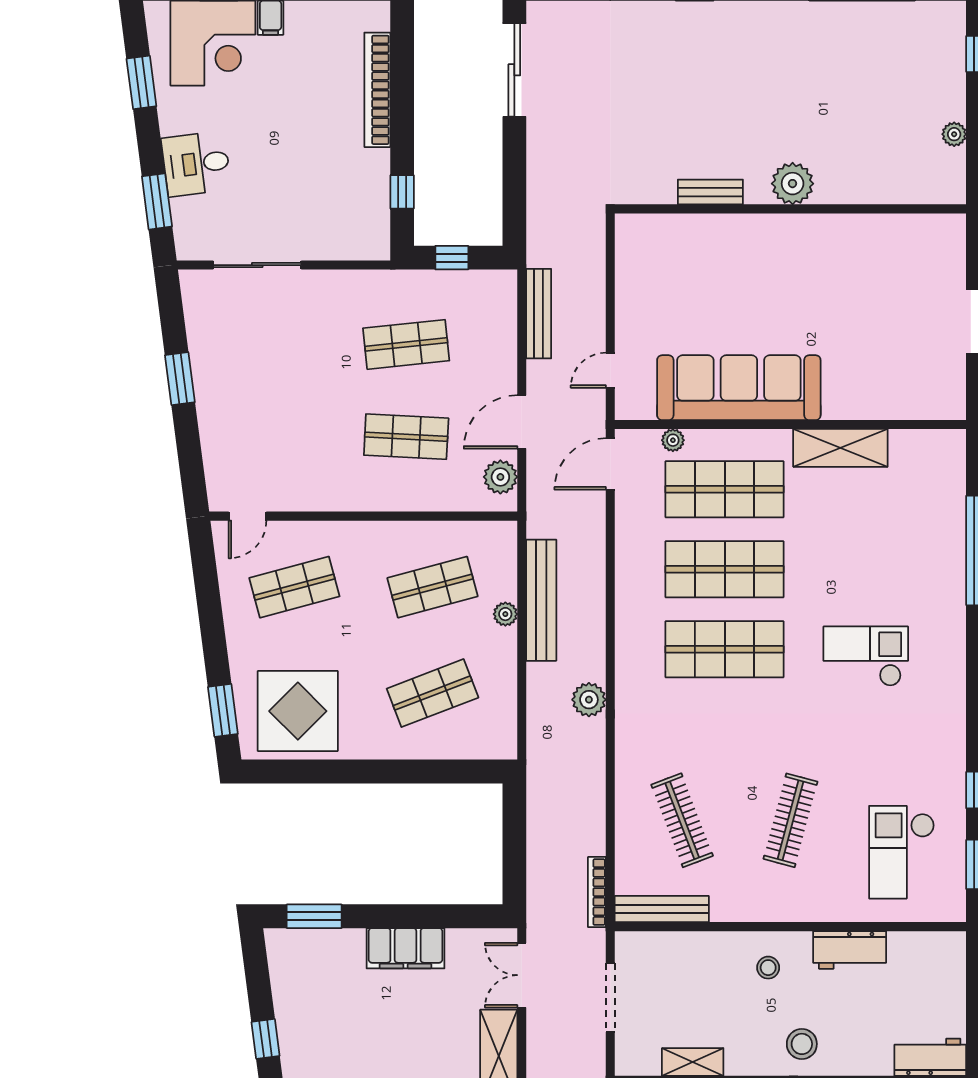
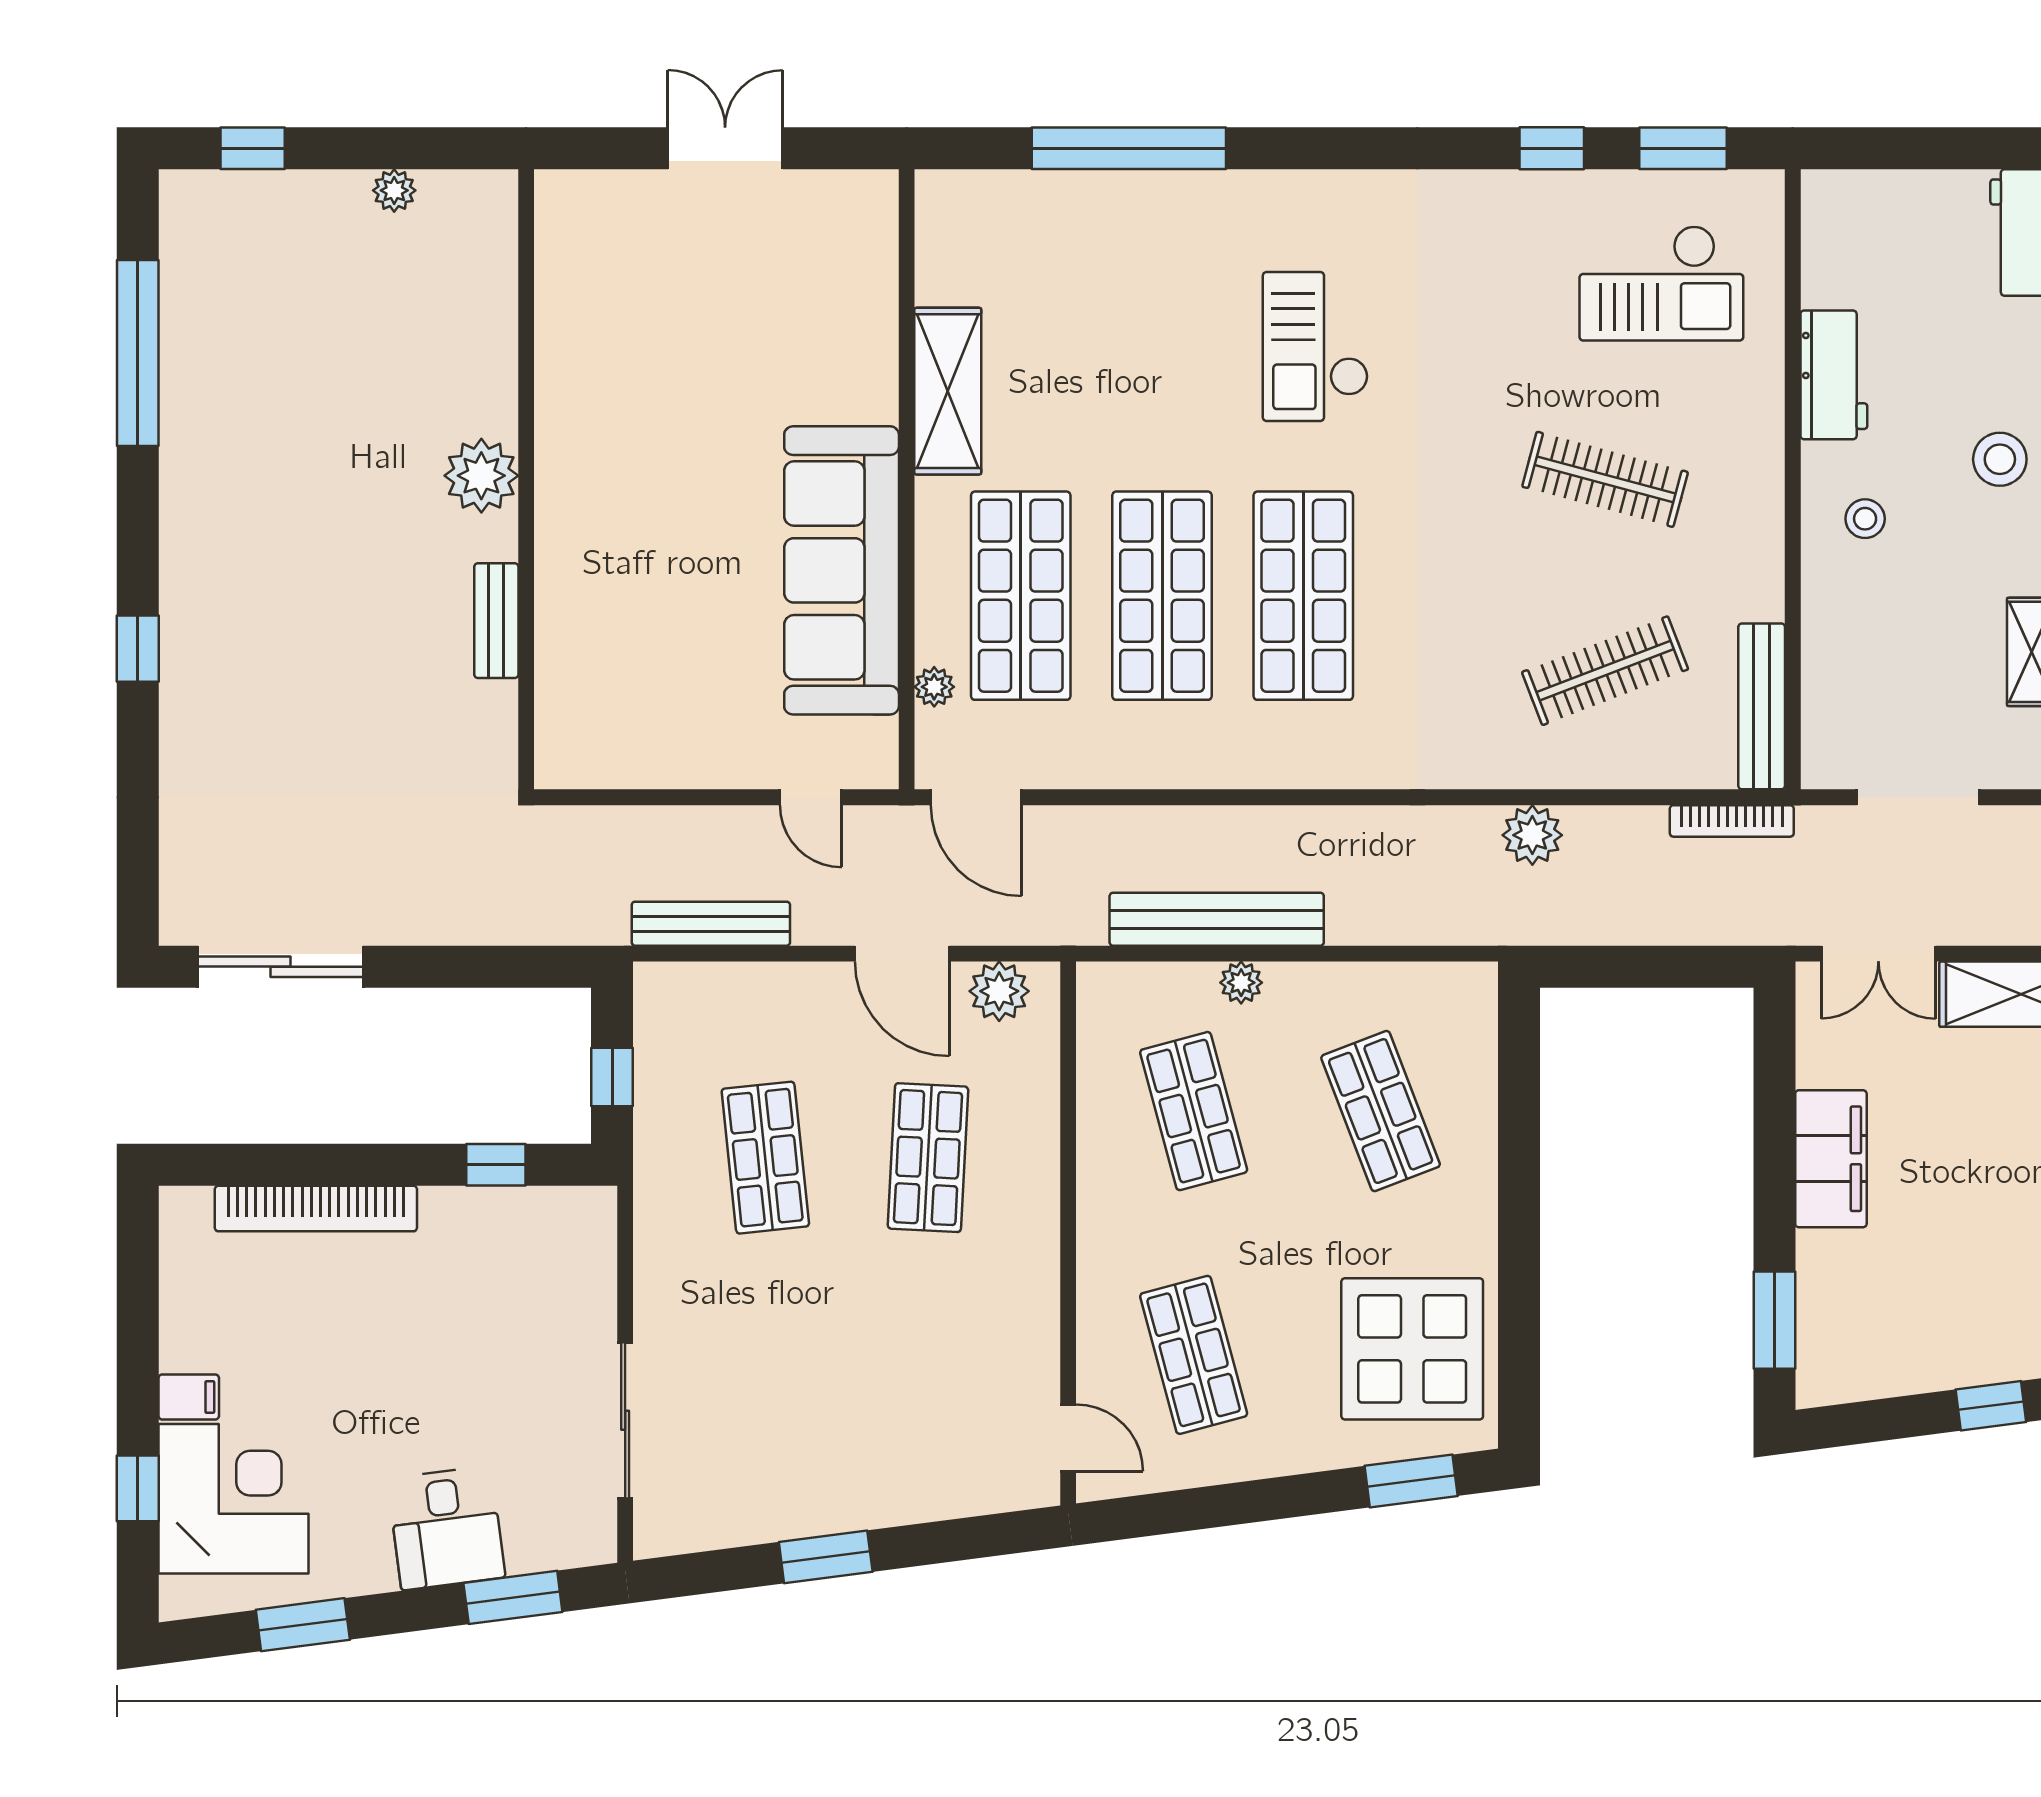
plant: (589, 700) -> (1532, 835), moved

